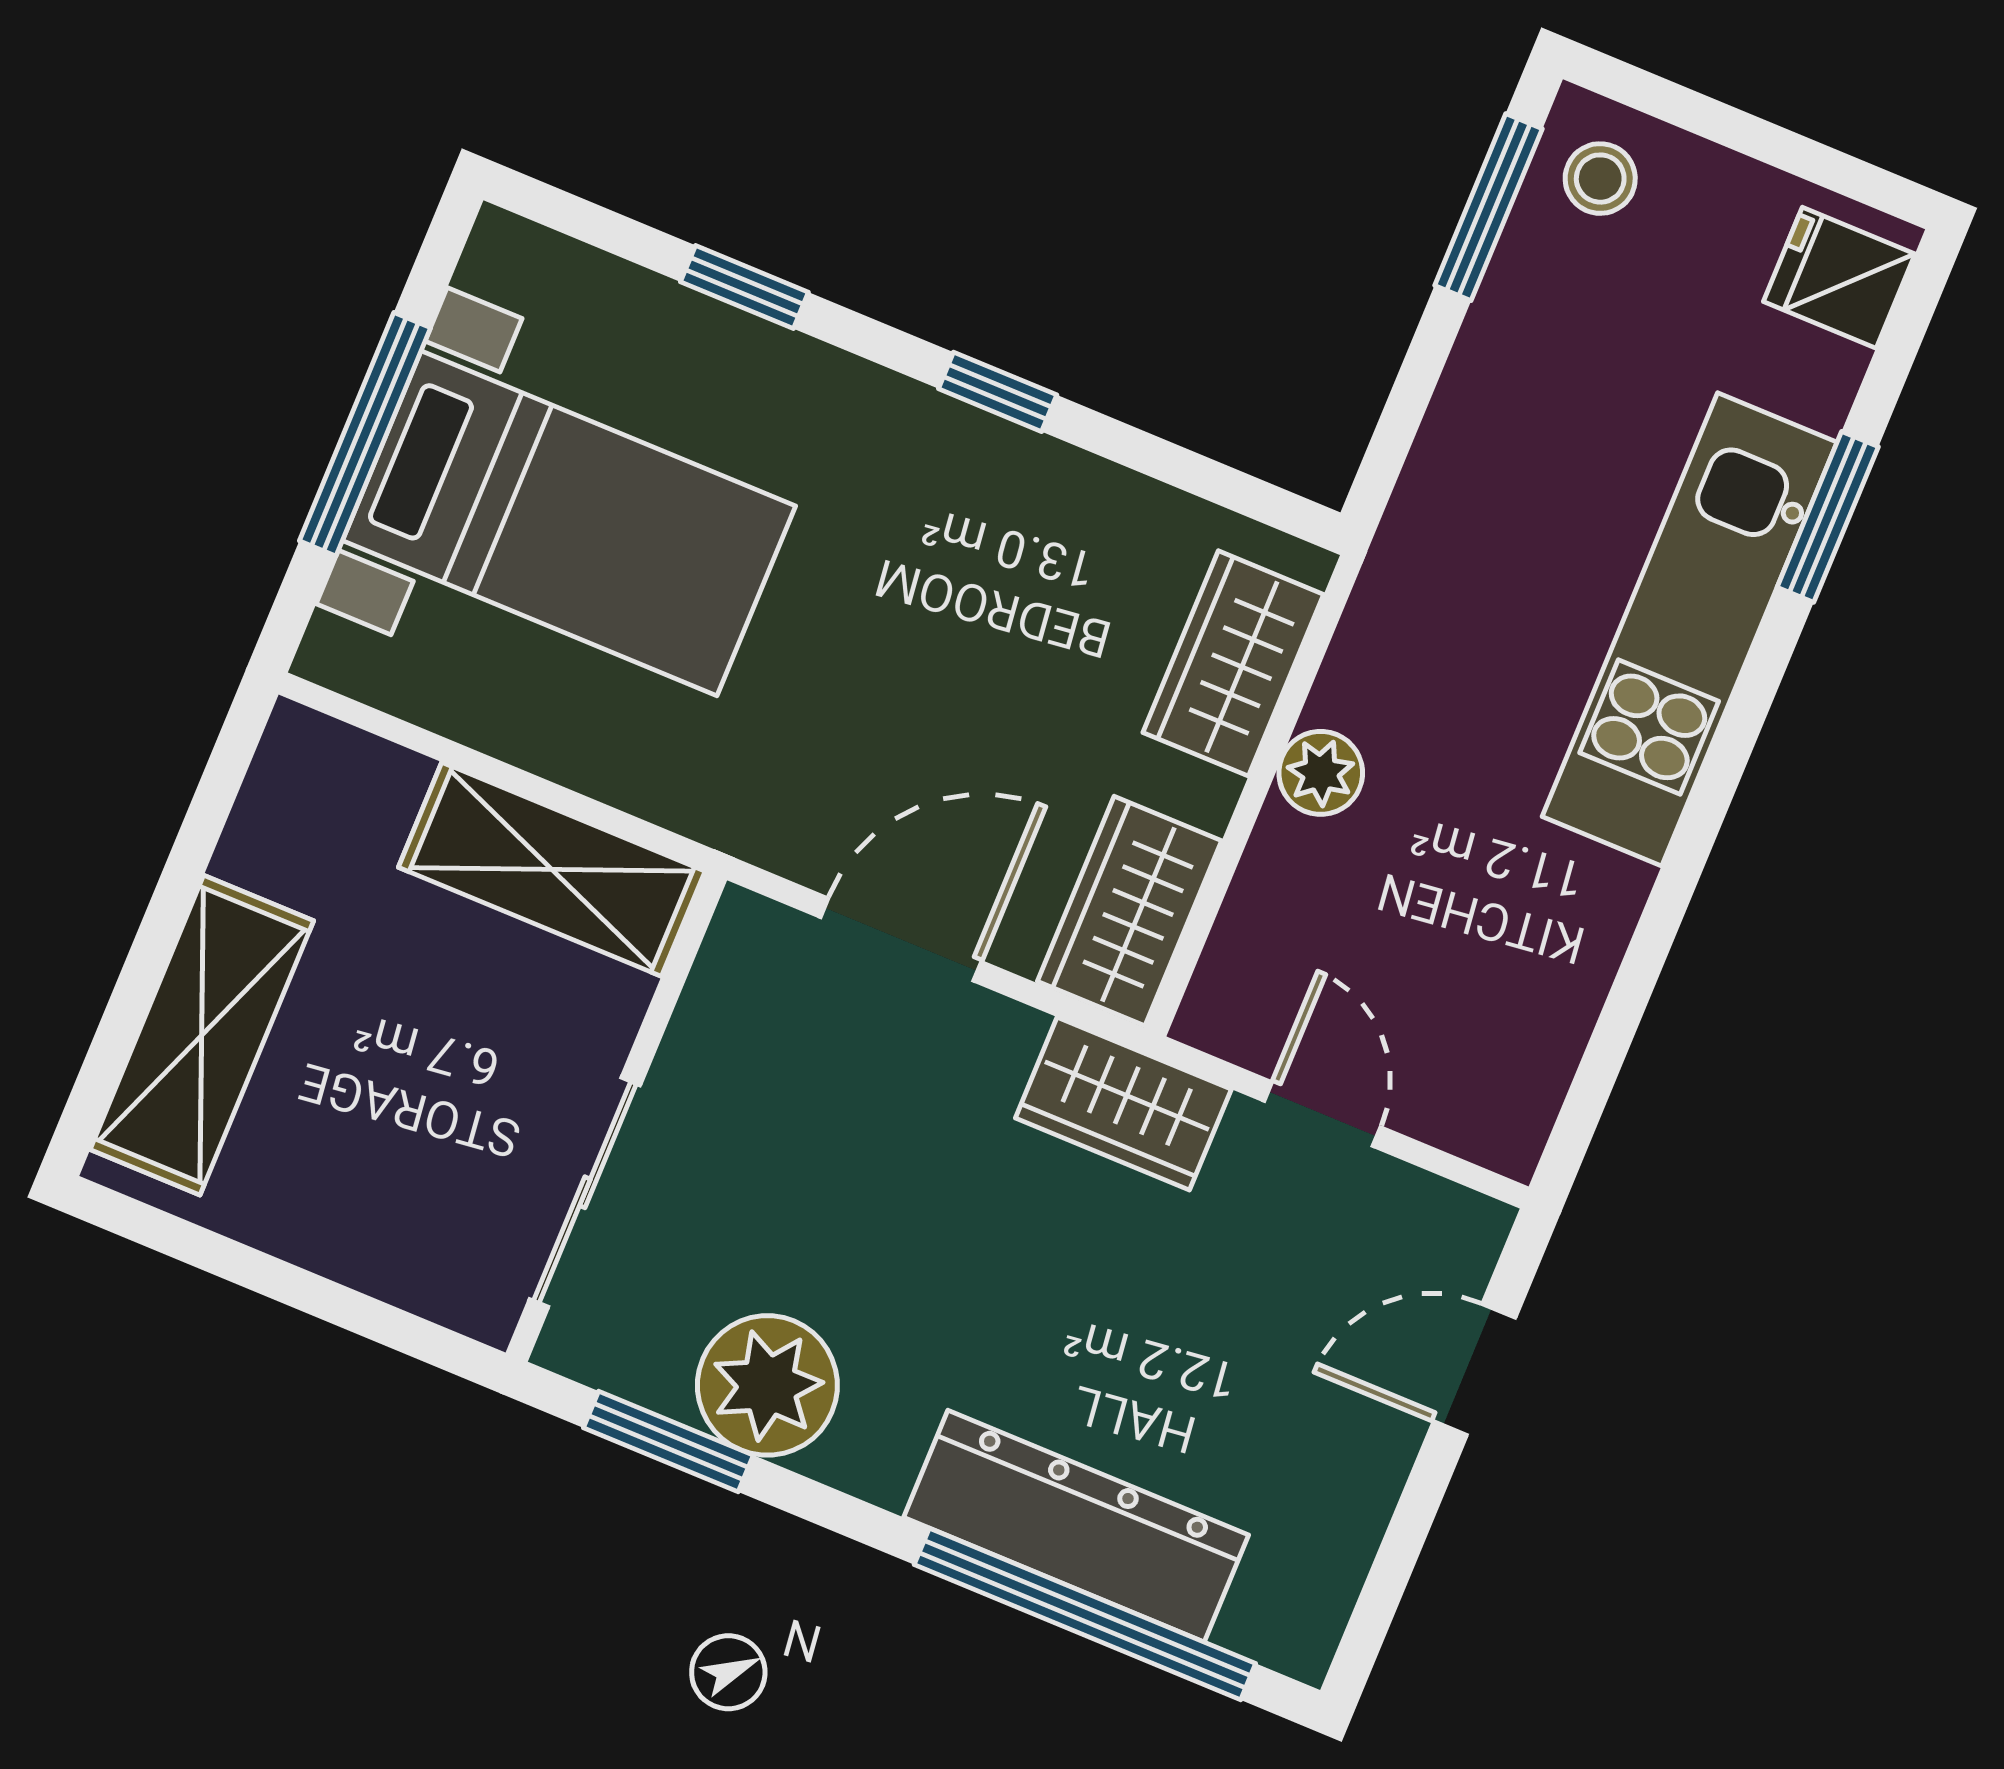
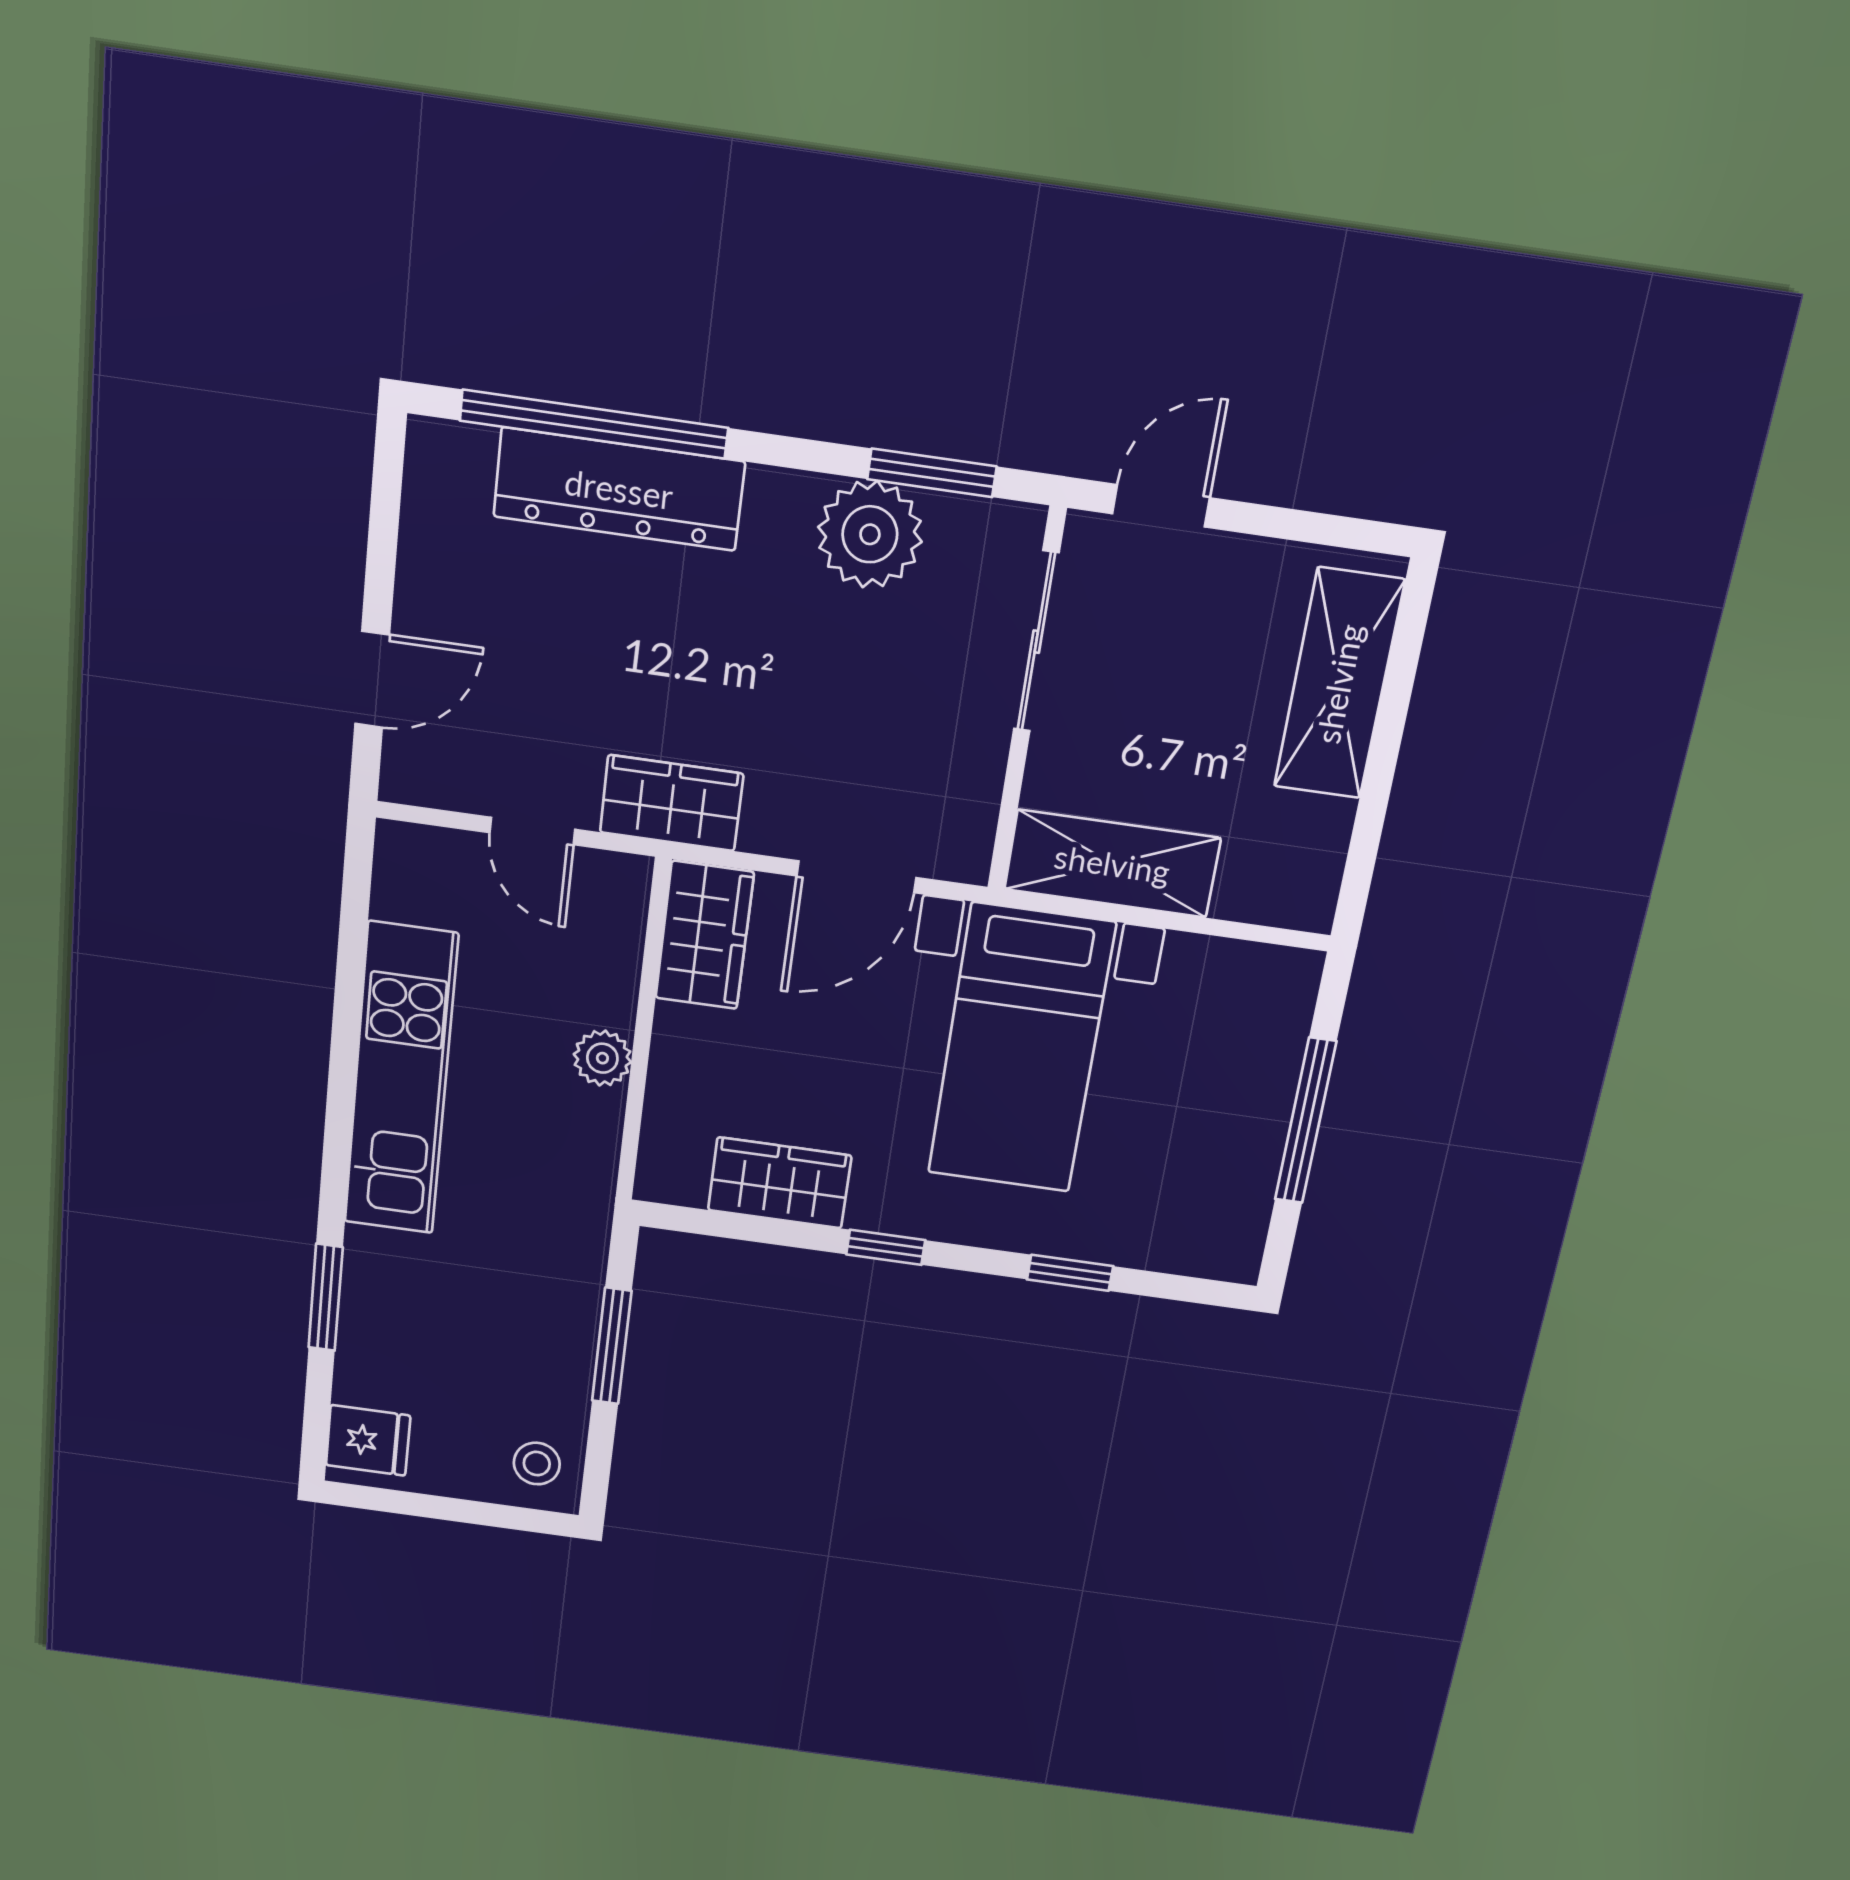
window: (1488, 207) -> (612, 1346), moved
bed with nightstands: (569, 523) -> (1021, 1049), moved, turned -90
kitchen unit: (1690, 629) -> (401, 1080), moved
wardrobe: (1233, 663) -> (780, 1183), moved, turned -90
door: (385, 1324) -> (1161, 506), added

